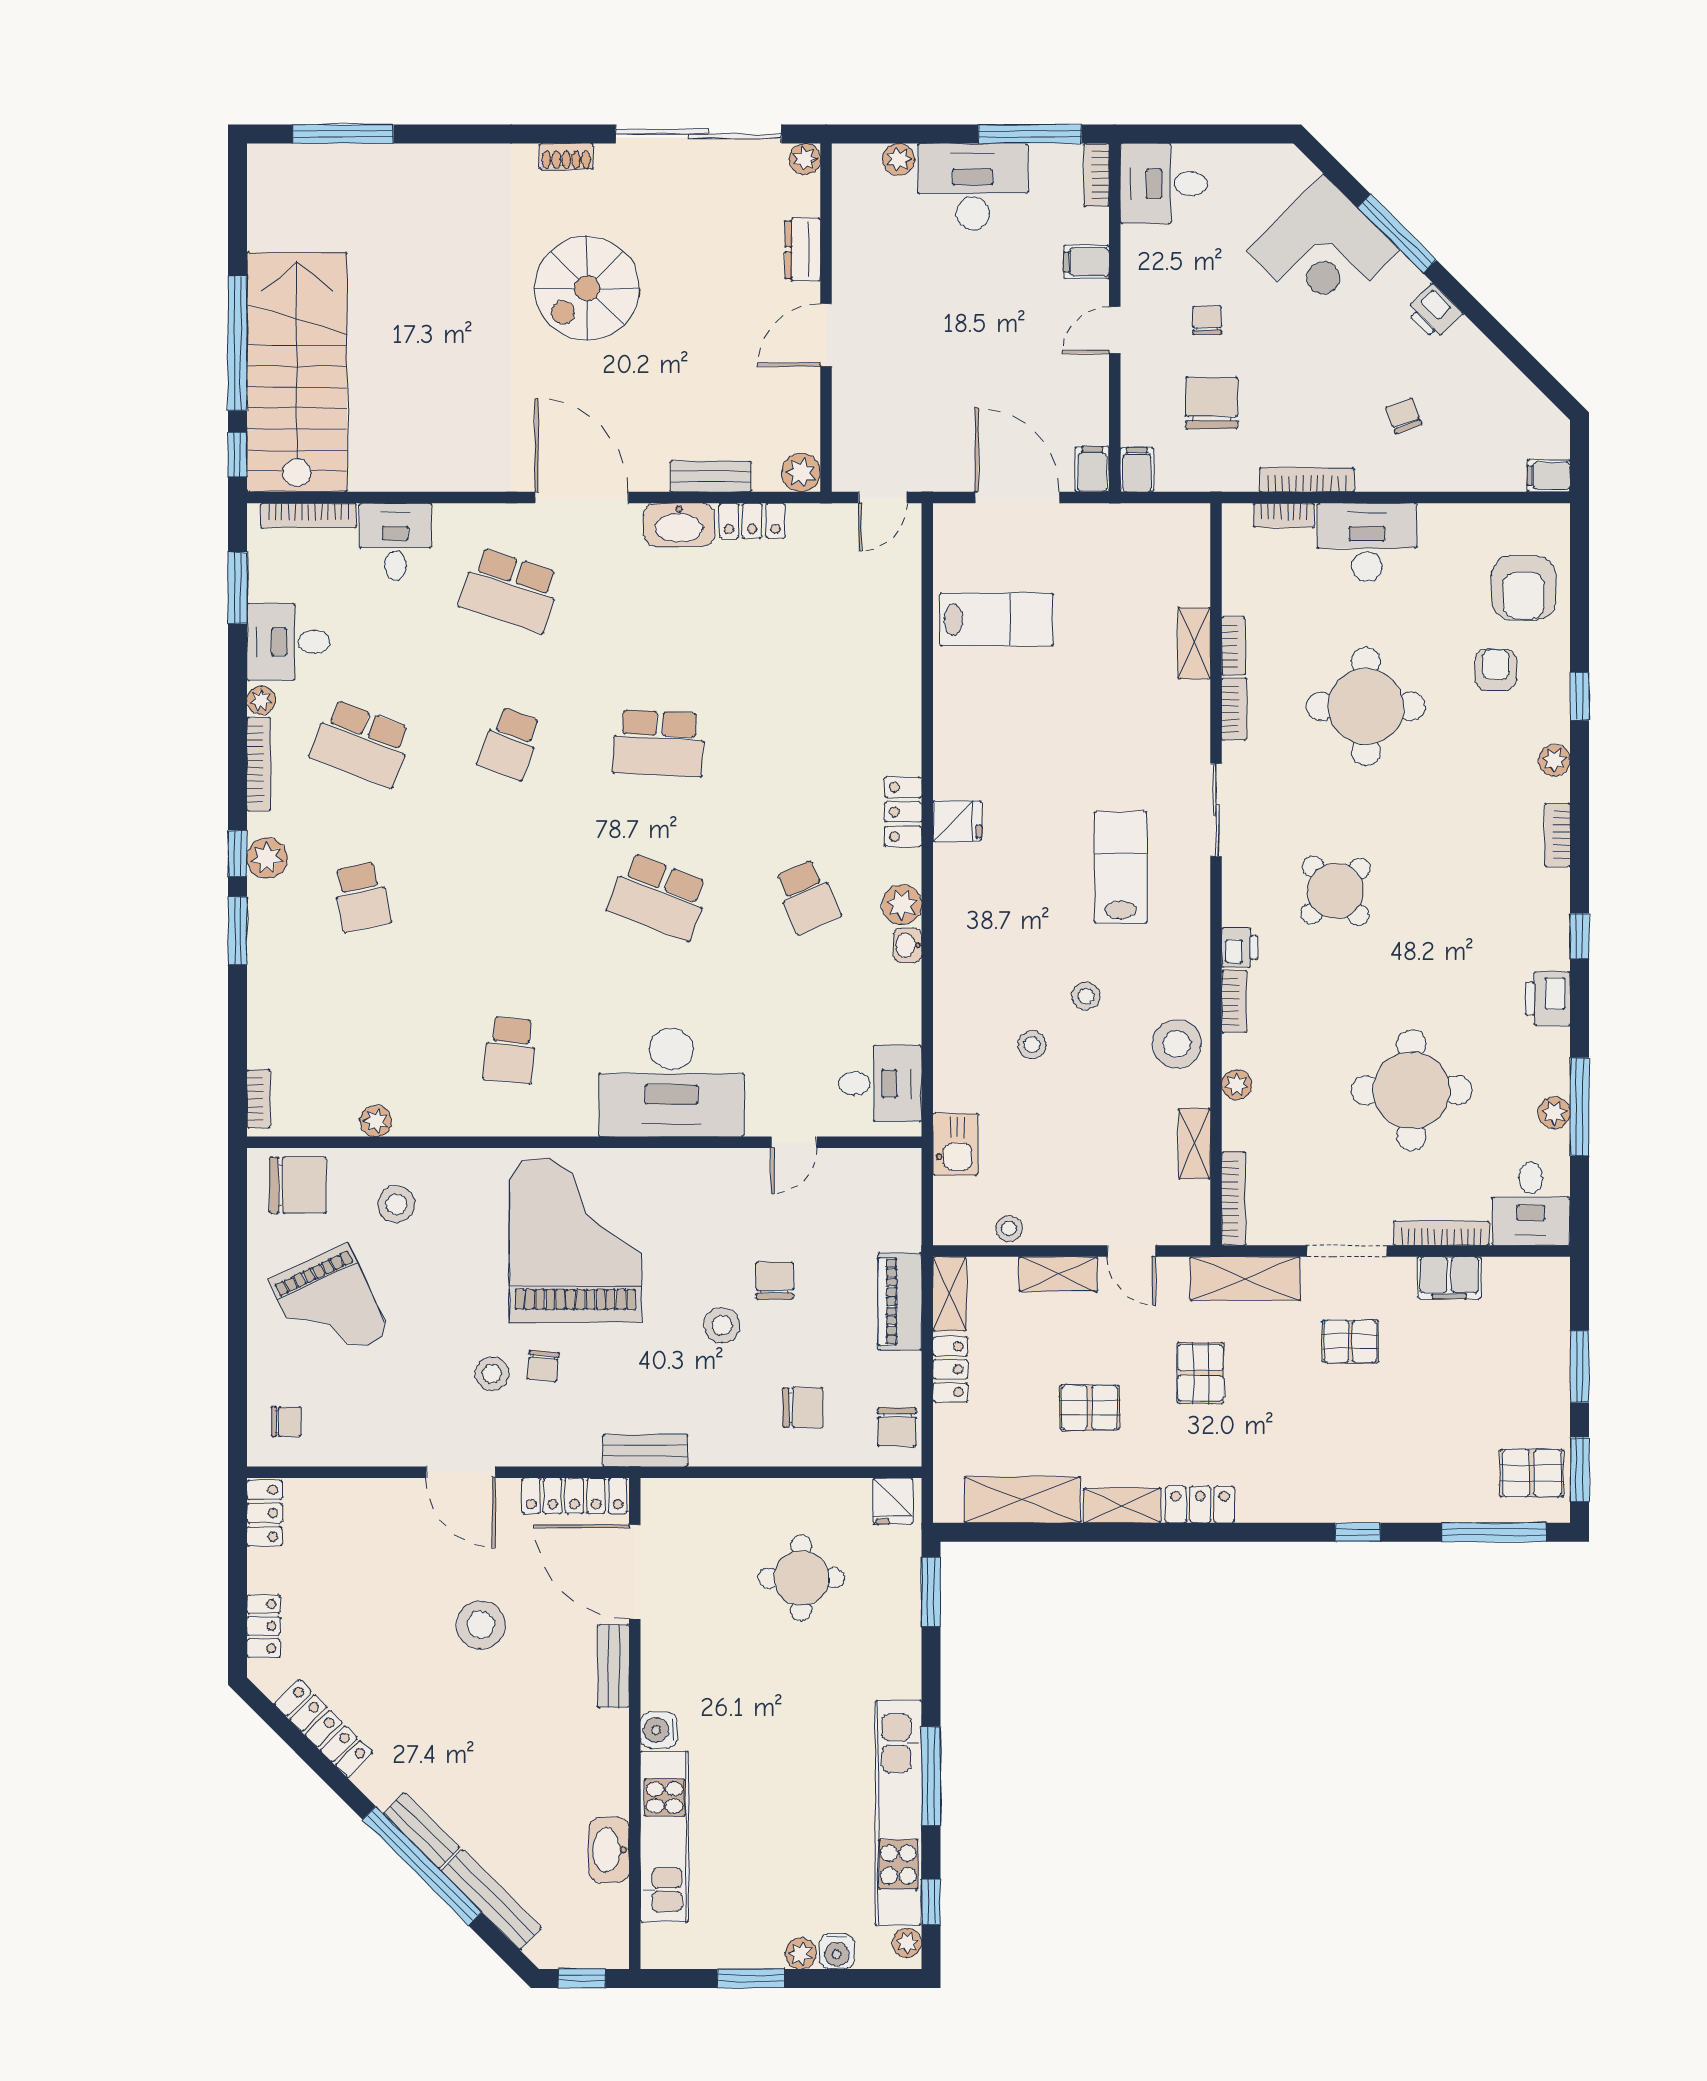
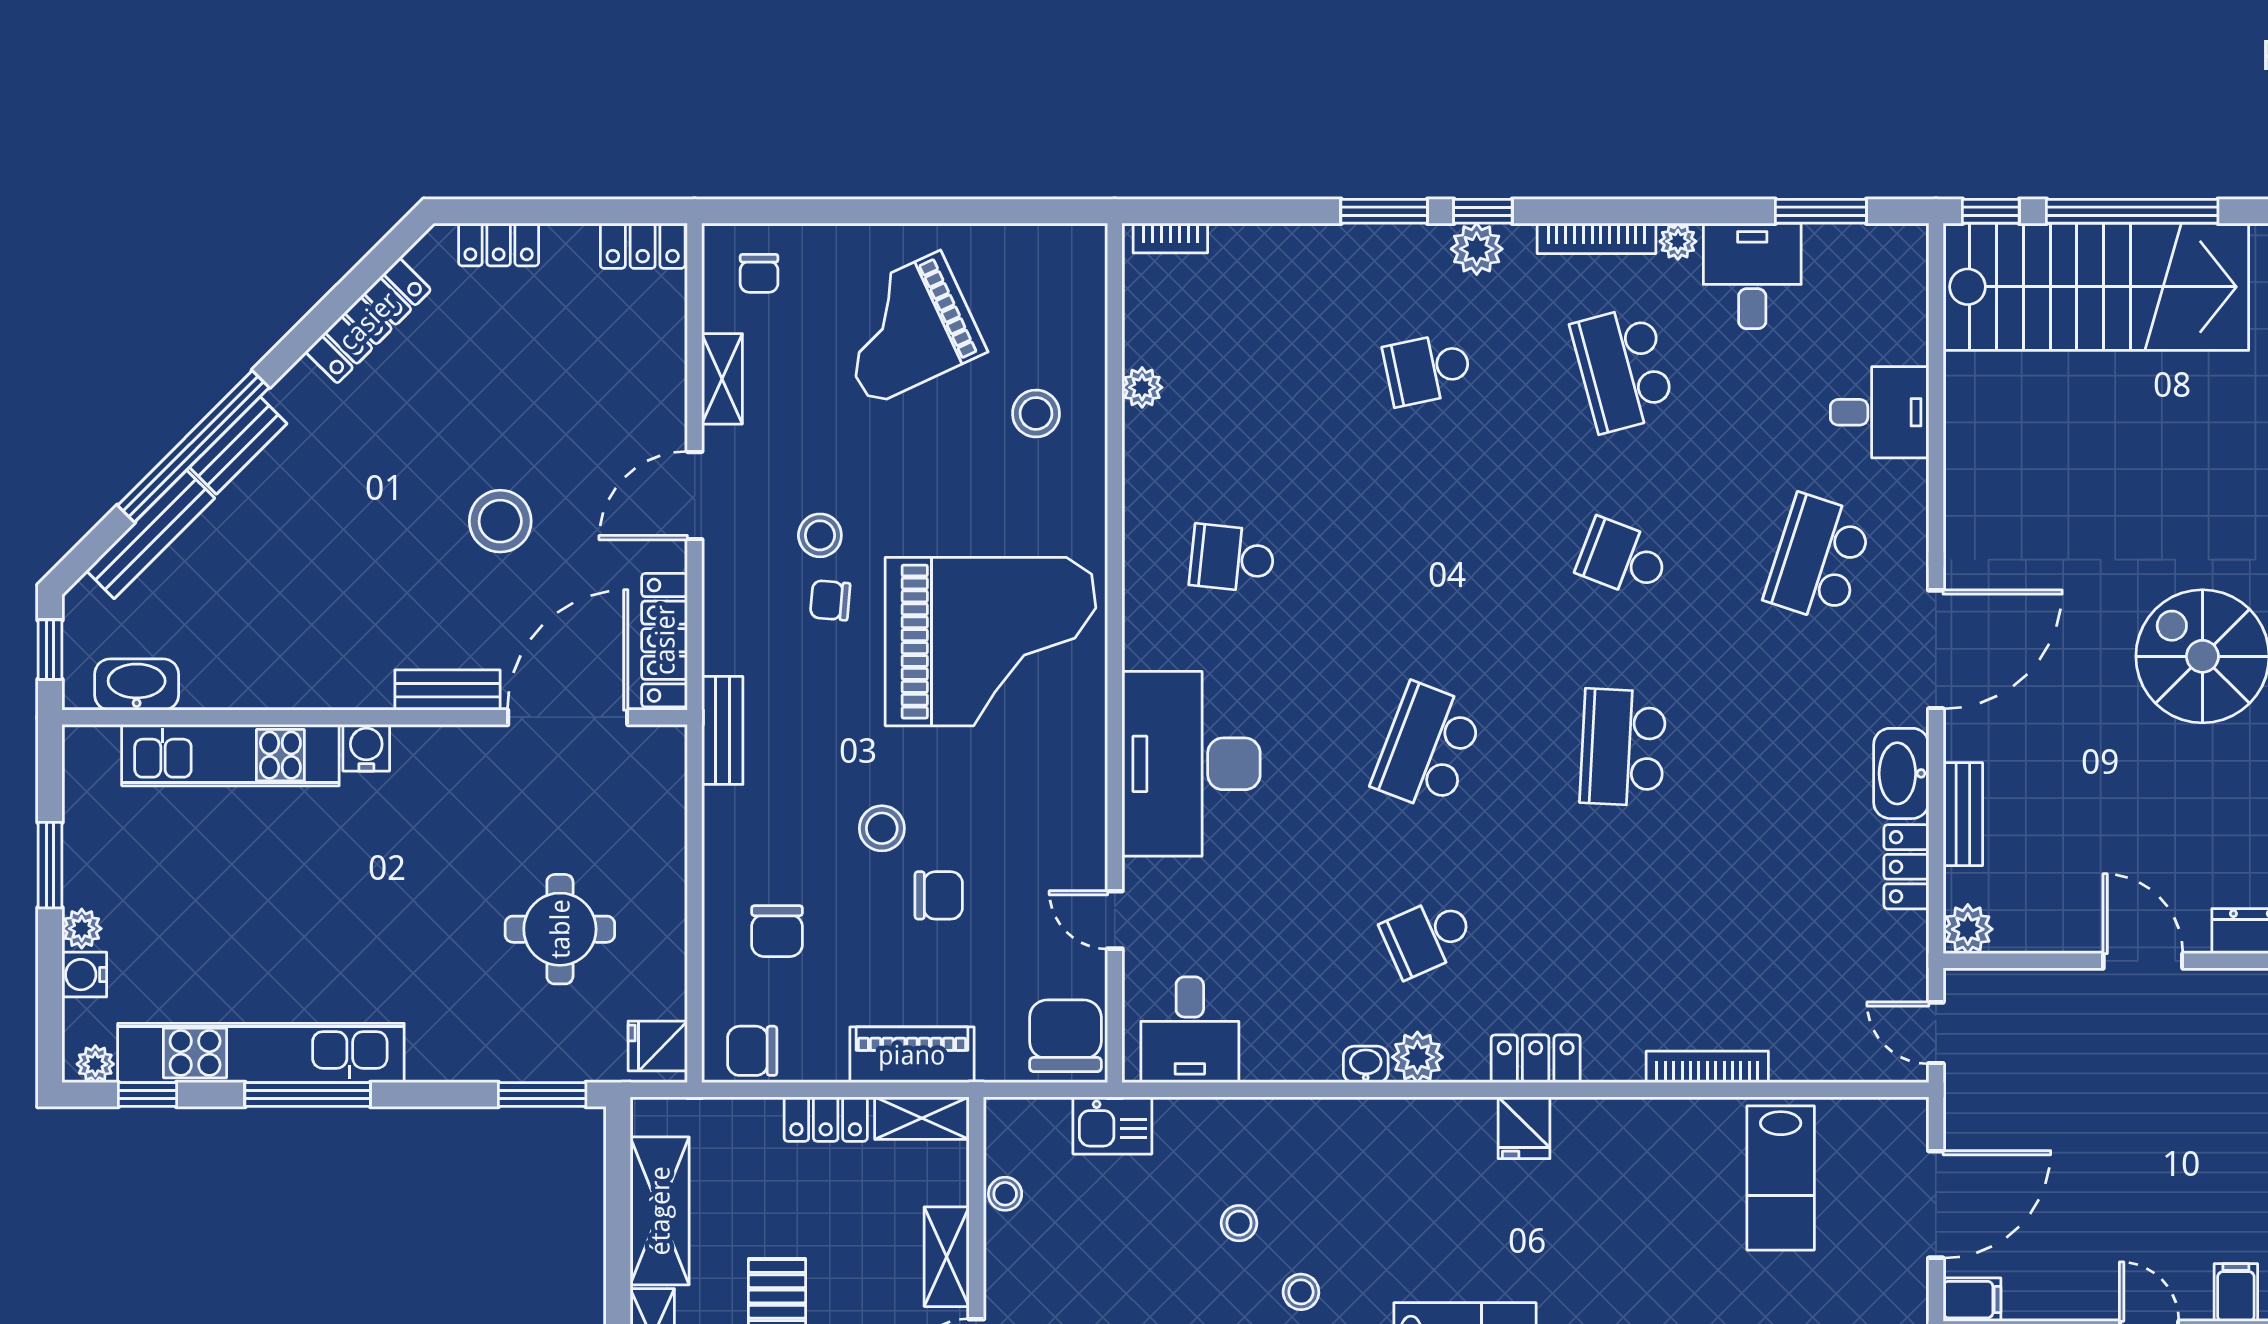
bookcase: (308, 515) -> (1707, 1067), moved, turned 90
school desk: (361, 743) -> (1623, 369), turned -36
chair: (298, 1185) -> (1065, 1036), moved, turned 180
shelving: (369, 1451) -> (722, 379), added
washbasin: (609, 1850) -> (137, 685), moved

